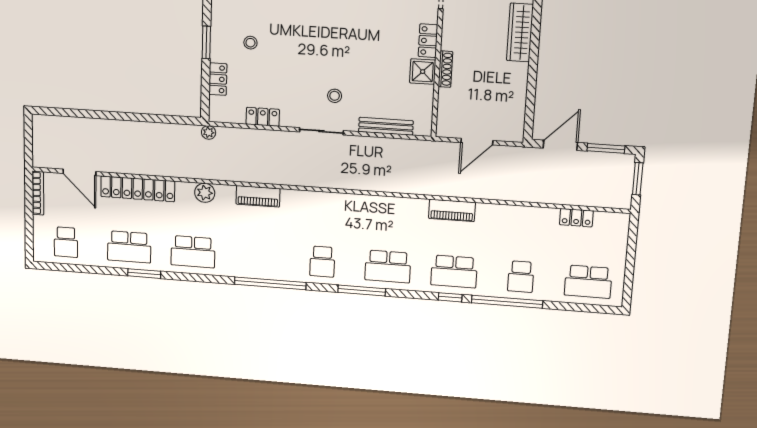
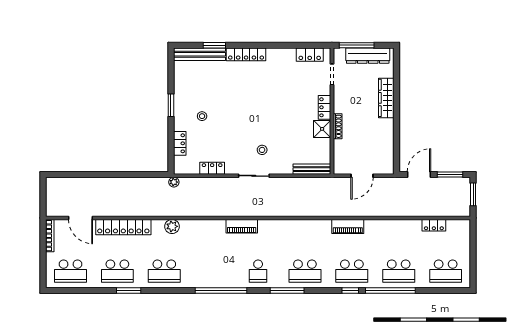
window: (206, 42) -> (171, 105), moved
bench: (386, 126) -> (312, 169), moved
piano: (258, 196) -> (242, 226), moved
school desk: (66, 242) -> (70, 271), width x1.85
school desk: (521, 277) -> (399, 271), width x1.85

